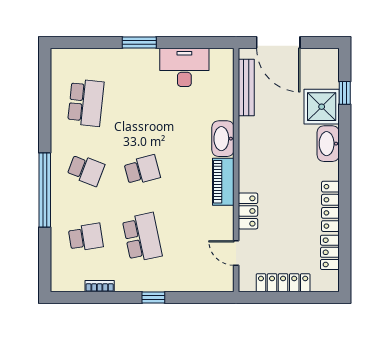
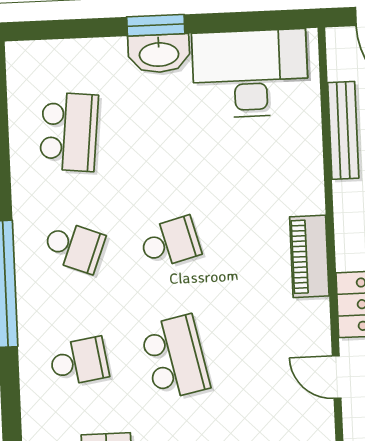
desk: (184, 67) -> (250, 74), width x1.36, depth x1.30
bench: (246, 88) -> (343, 130), moved
washbasin: (223, 139) -> (159, 53), moved, turned -90

